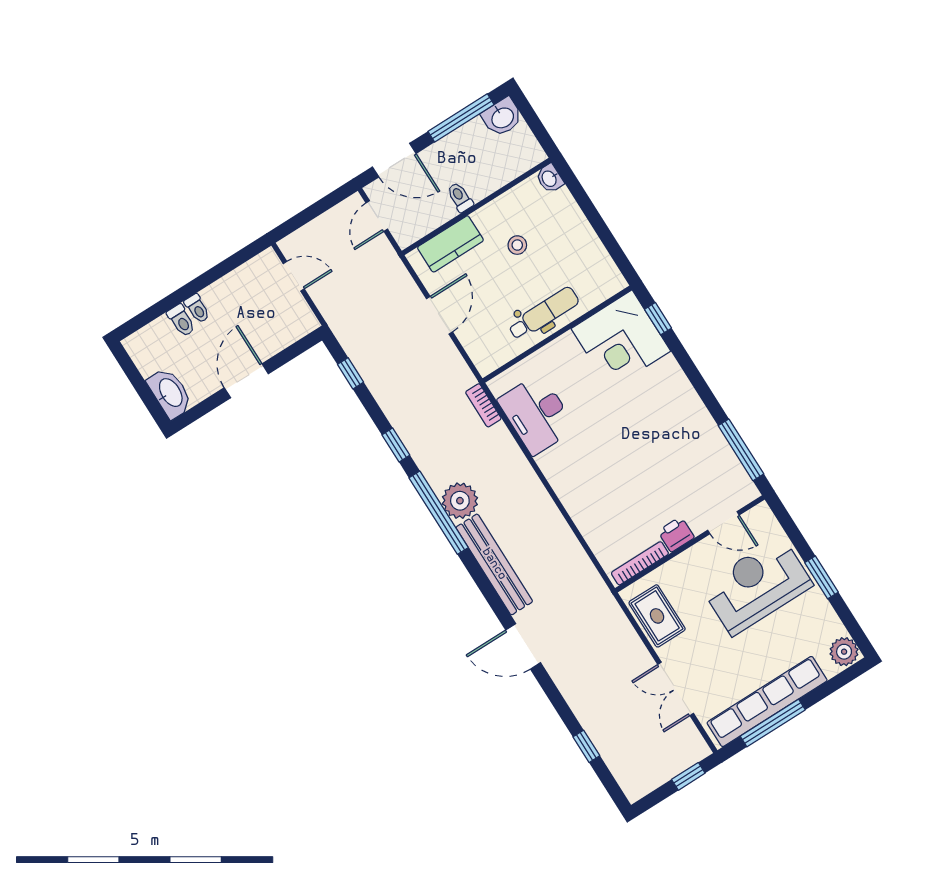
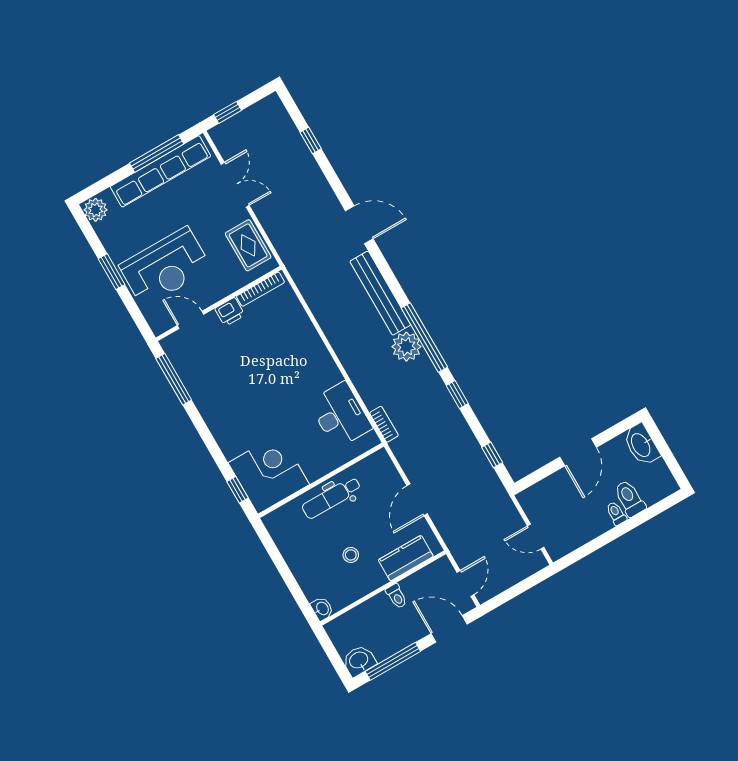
toilet: (181, 320) -> (630, 498), width x1.37, depth x1.39

